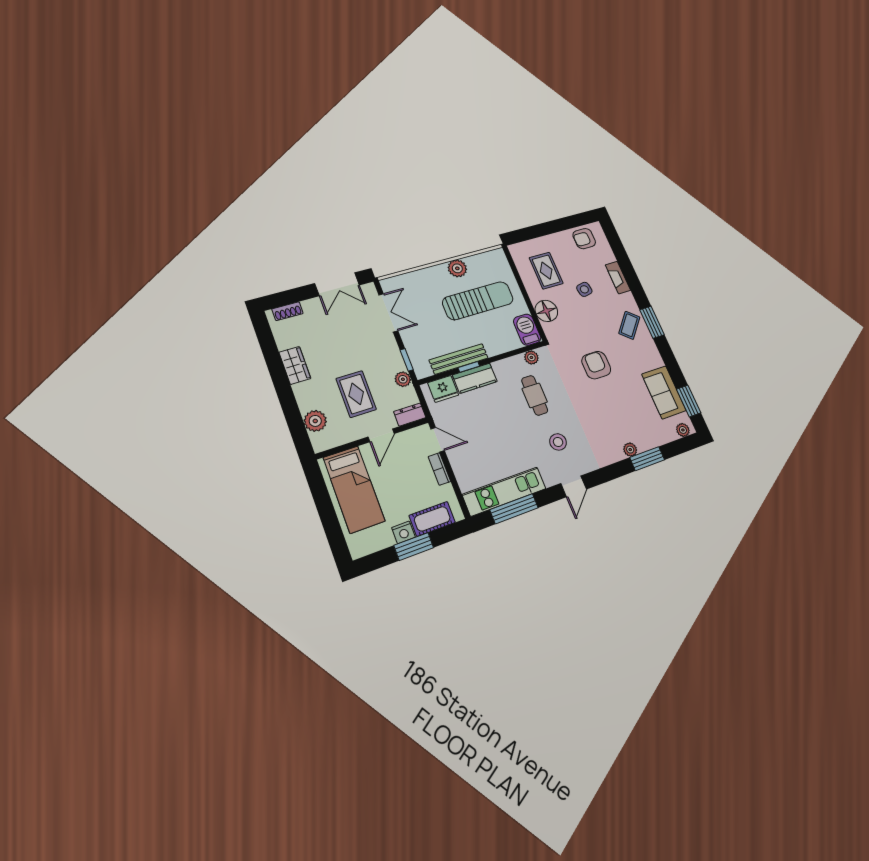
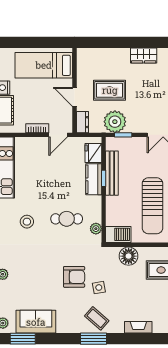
side table: (584, 289) -> (99, 288), moved
plant: (403, 379) -> (115, 122), width x1.88, depth x1.88
plant: (315, 421) -> (99, 56), removed

